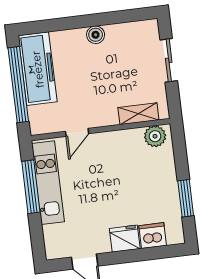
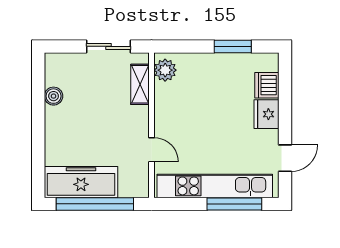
boiler: (96, 35) -> (54, 96), moved
sliding door: (169, 60) -> (109, 46), moved
kitchen unit: (48, 183) -> (215, 186), width x1.36
window: (31, 187) -> (234, 204), moved

